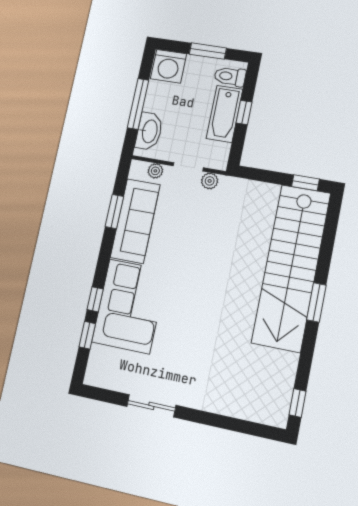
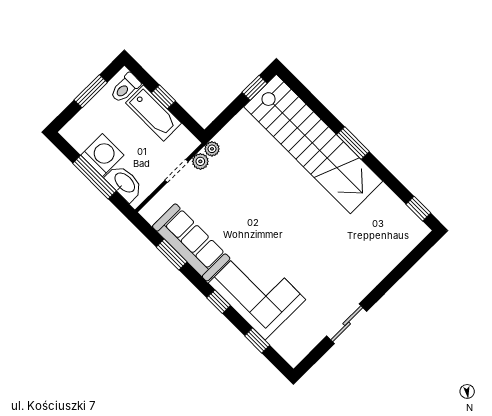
washing machine: (168, 66) -> (102, 155), moved, turned -90
plant: (155, 171) -> (212, 149), moved
window: (95, 299) -> (219, 302), moved

